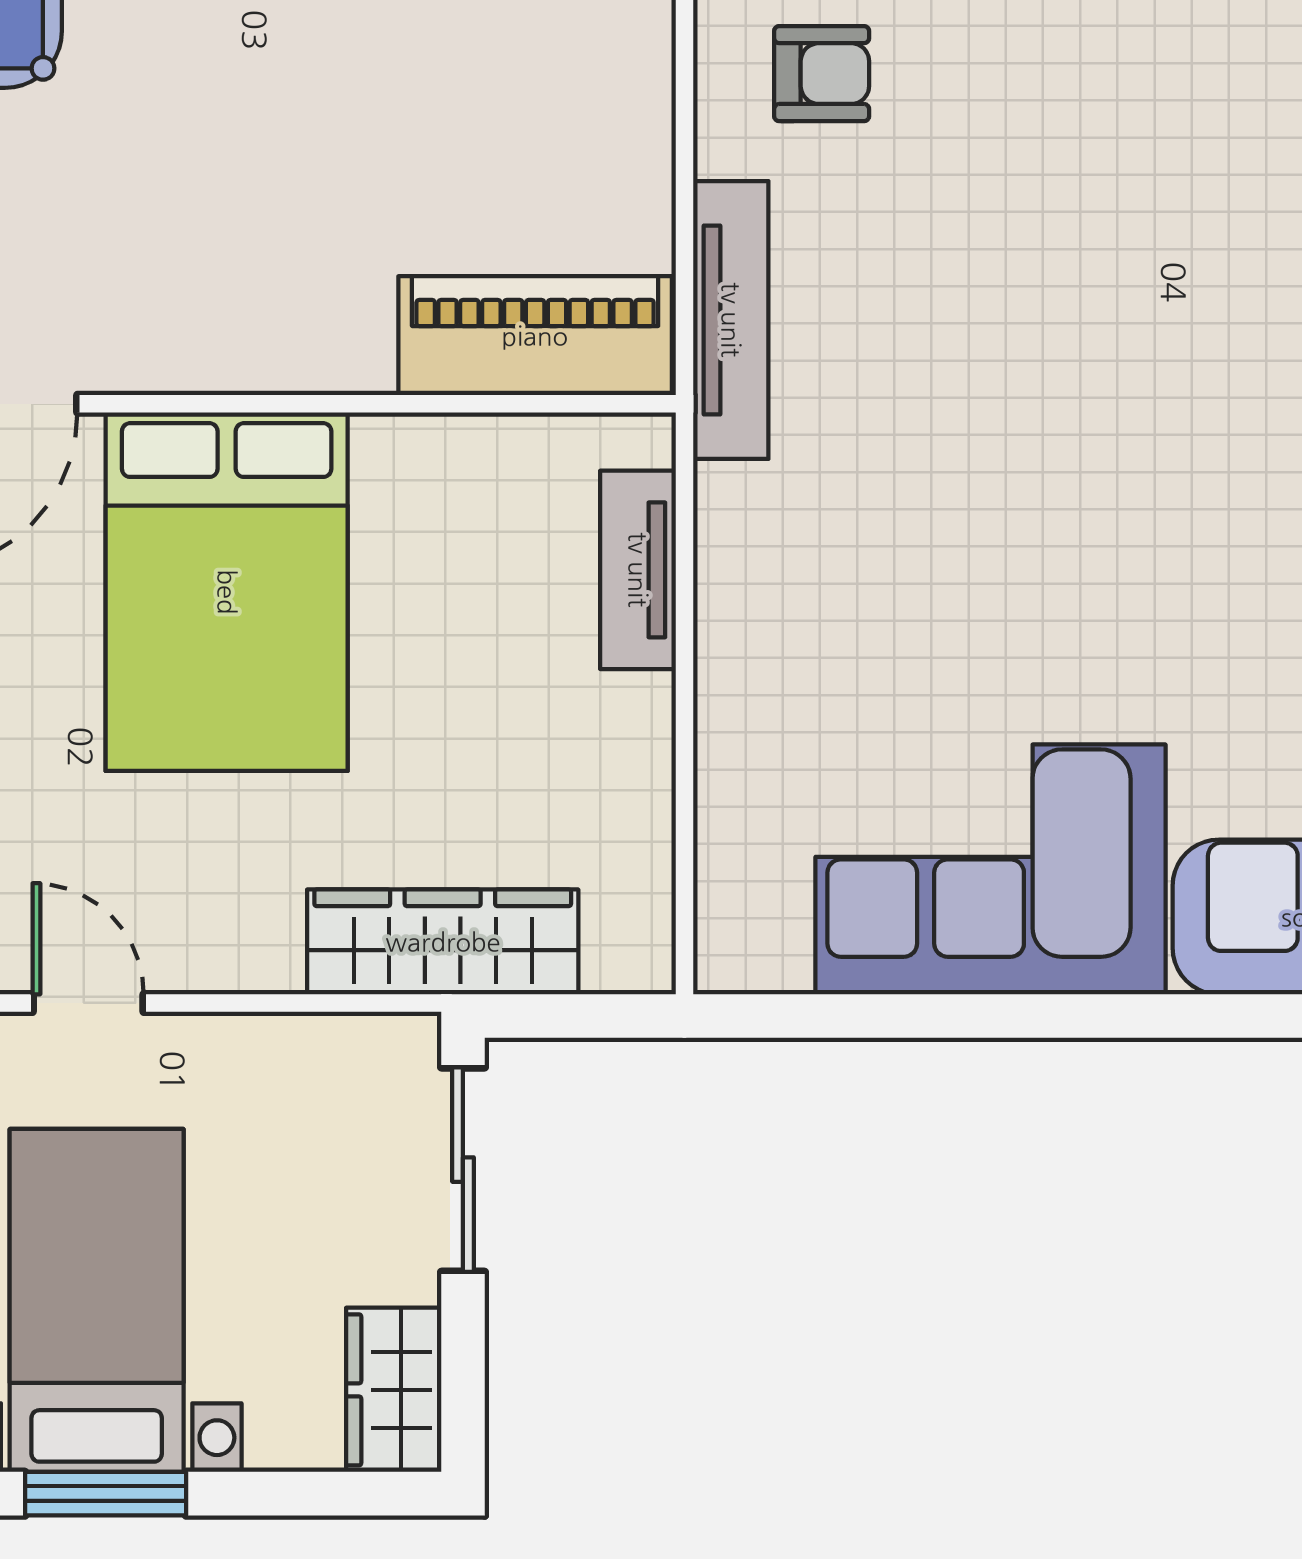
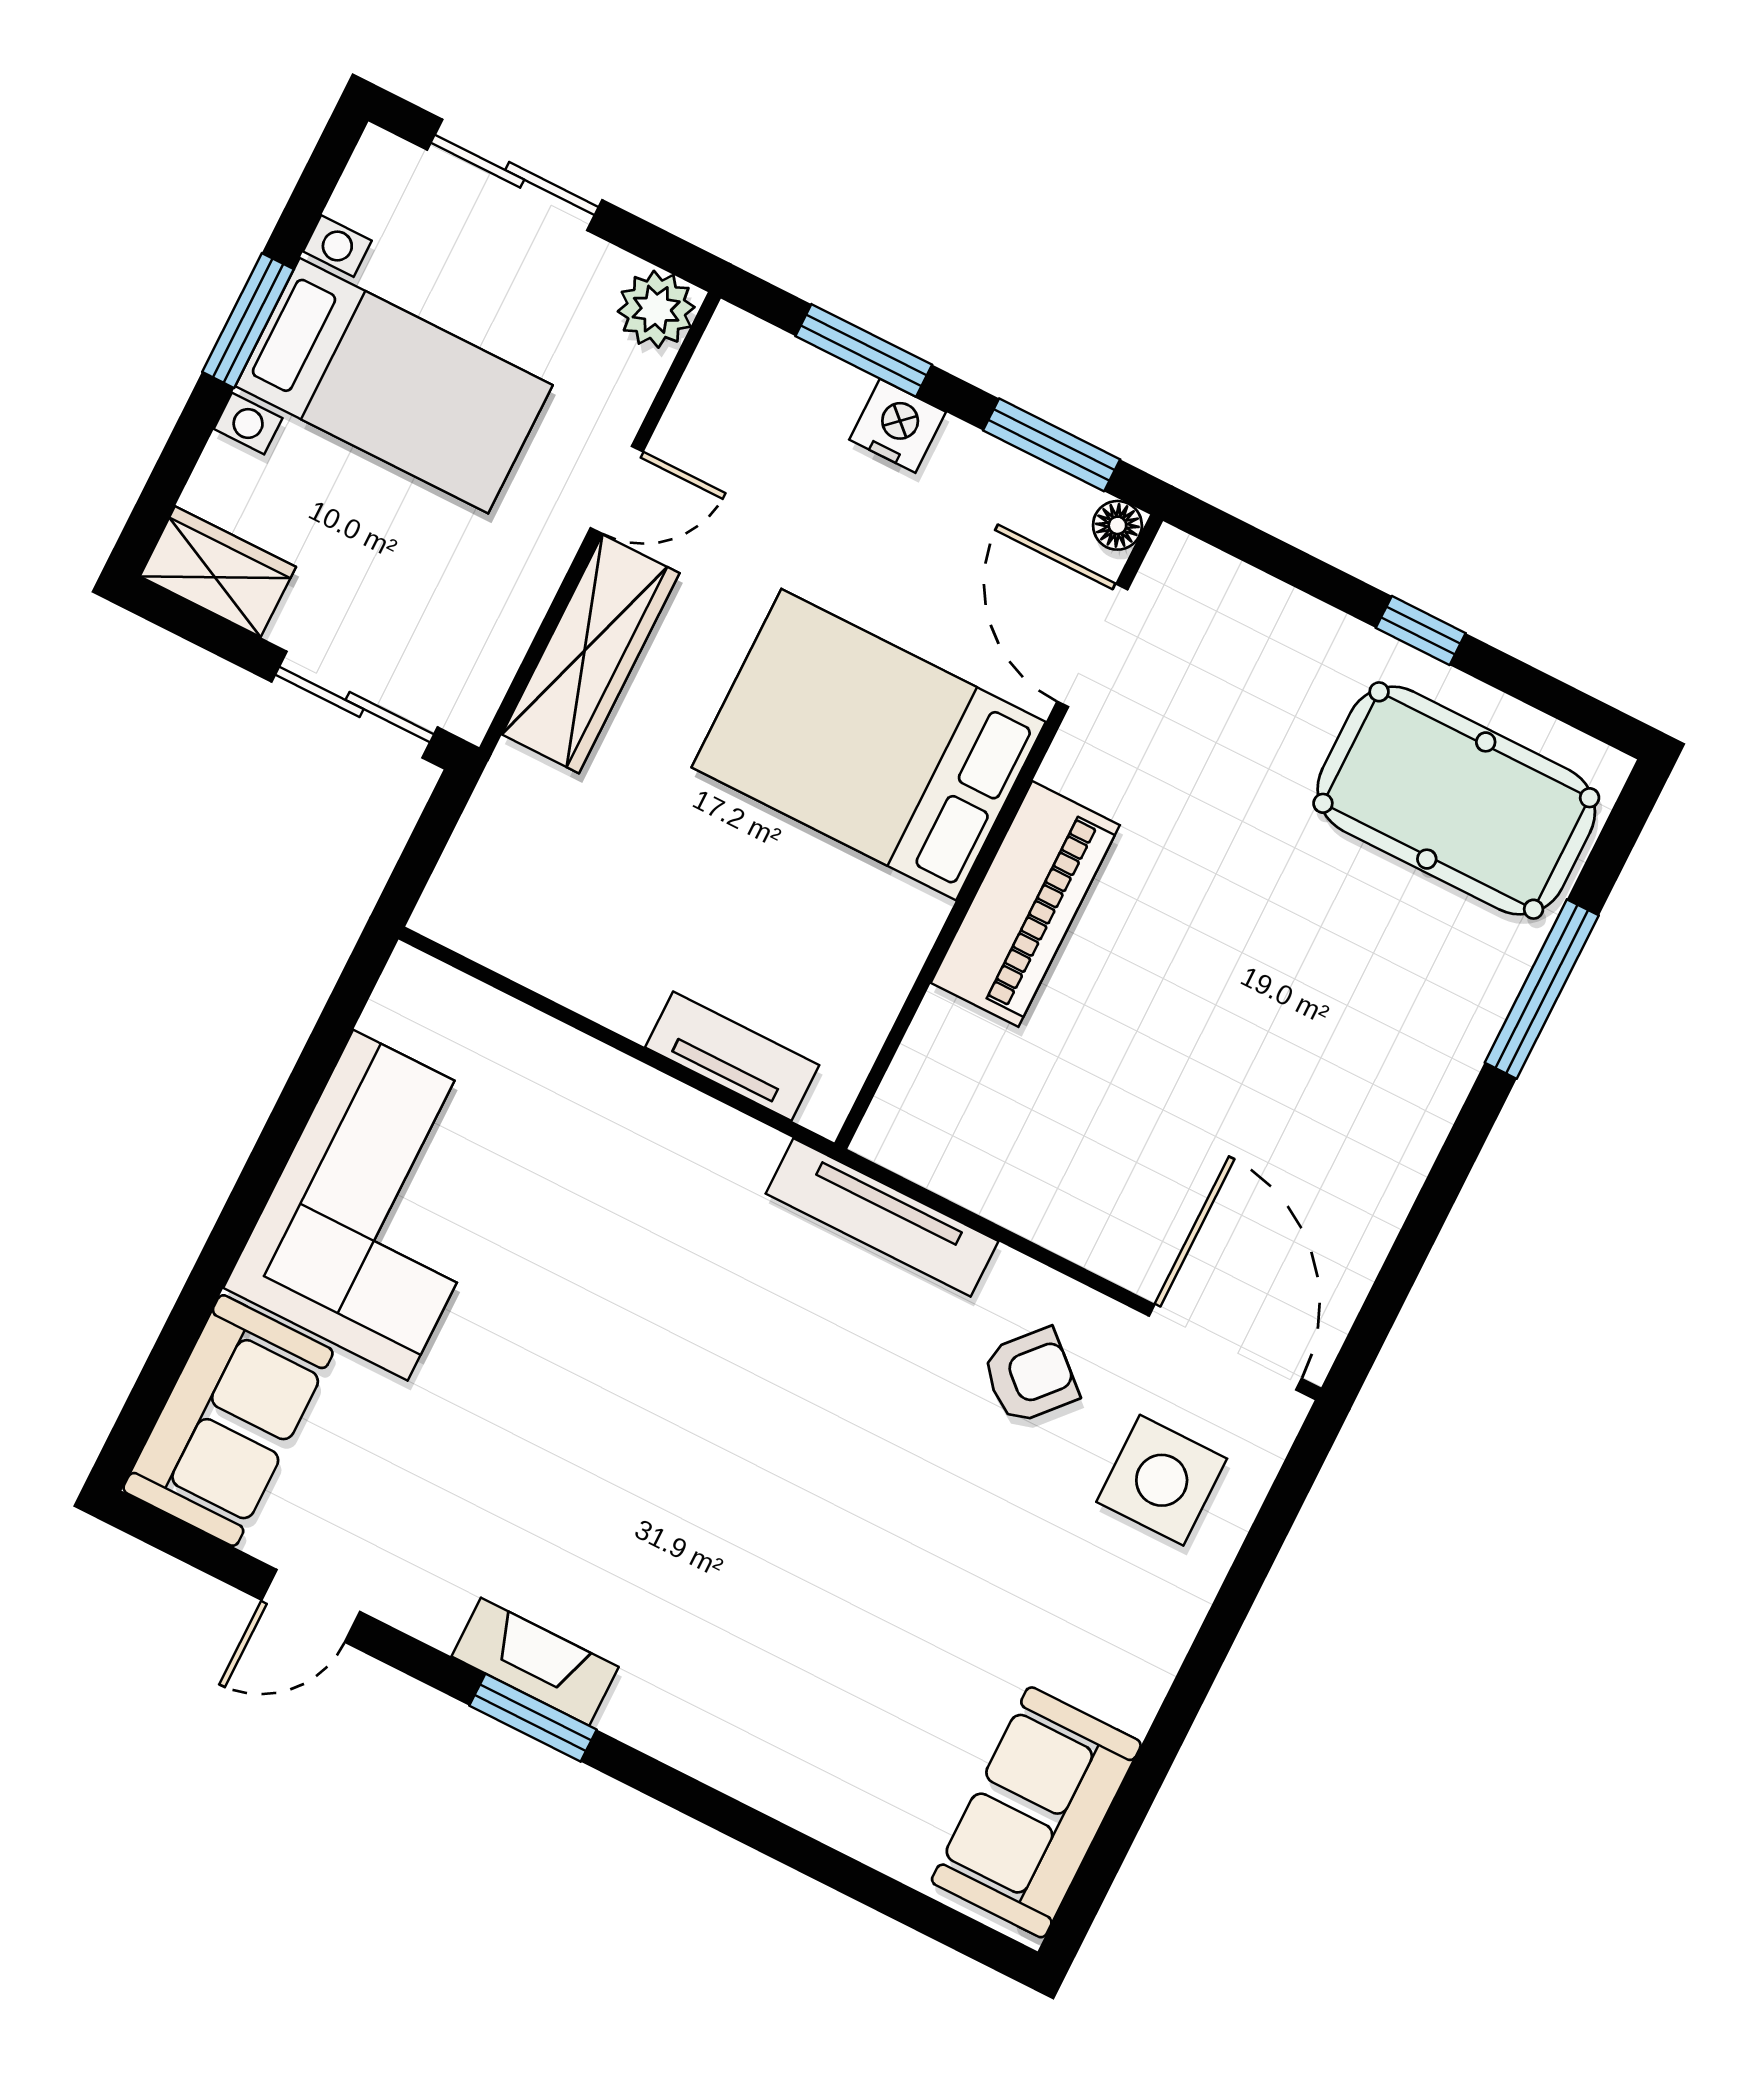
armchair: (822, 74) -> (1030, 1376), turned -138
piano: (535, 336) -> (1025, 904), moved
wardrobe: (443, 942) -> (591, 654), moved

